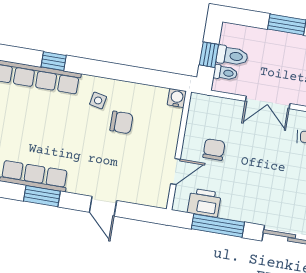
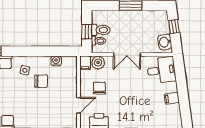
water cooler: (177, 98) -> (56, 61), moved
filing cabinet: (198, 105) -> (85, 63), added
plant: (219, 108) -> (98, 63), added

